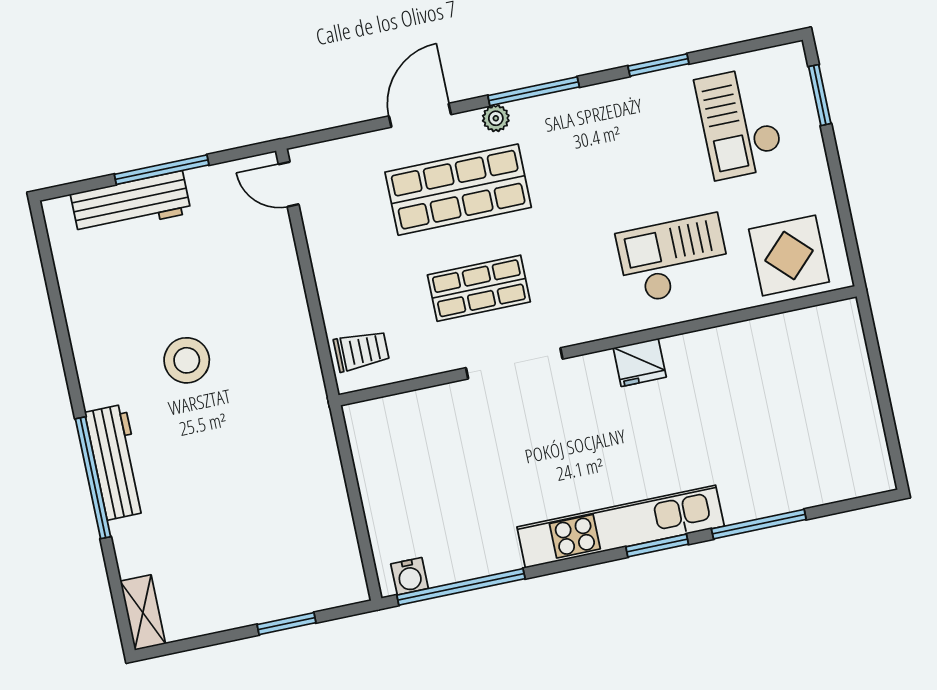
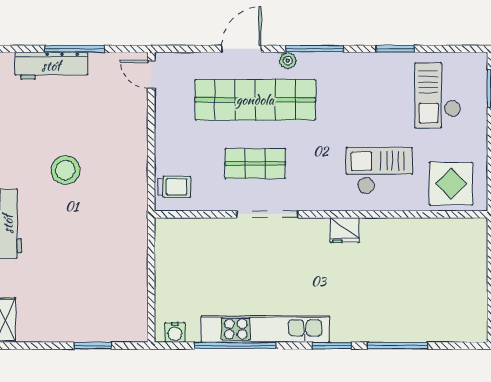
shop shelf: (458, 190) -> (255, 100), width x1.40
kitchen unit: (621, 527) -> (265, 329), moved
window: (461, 587) -> (235, 346), moved

